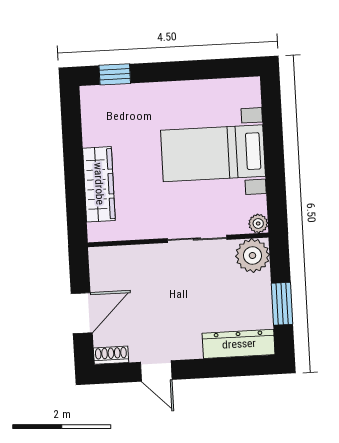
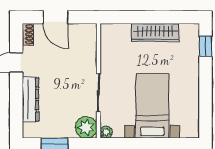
wardrobe: (99, 184) -> (155, 33), moved
dresser: (239, 344) -> (31, 99), moved

